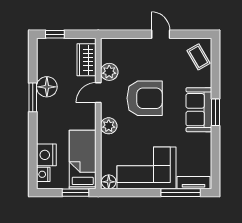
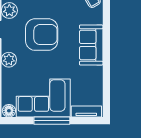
window: (216, 112) -> (106, 47), removed
window: (181, 193) -> (52, 121), moved

